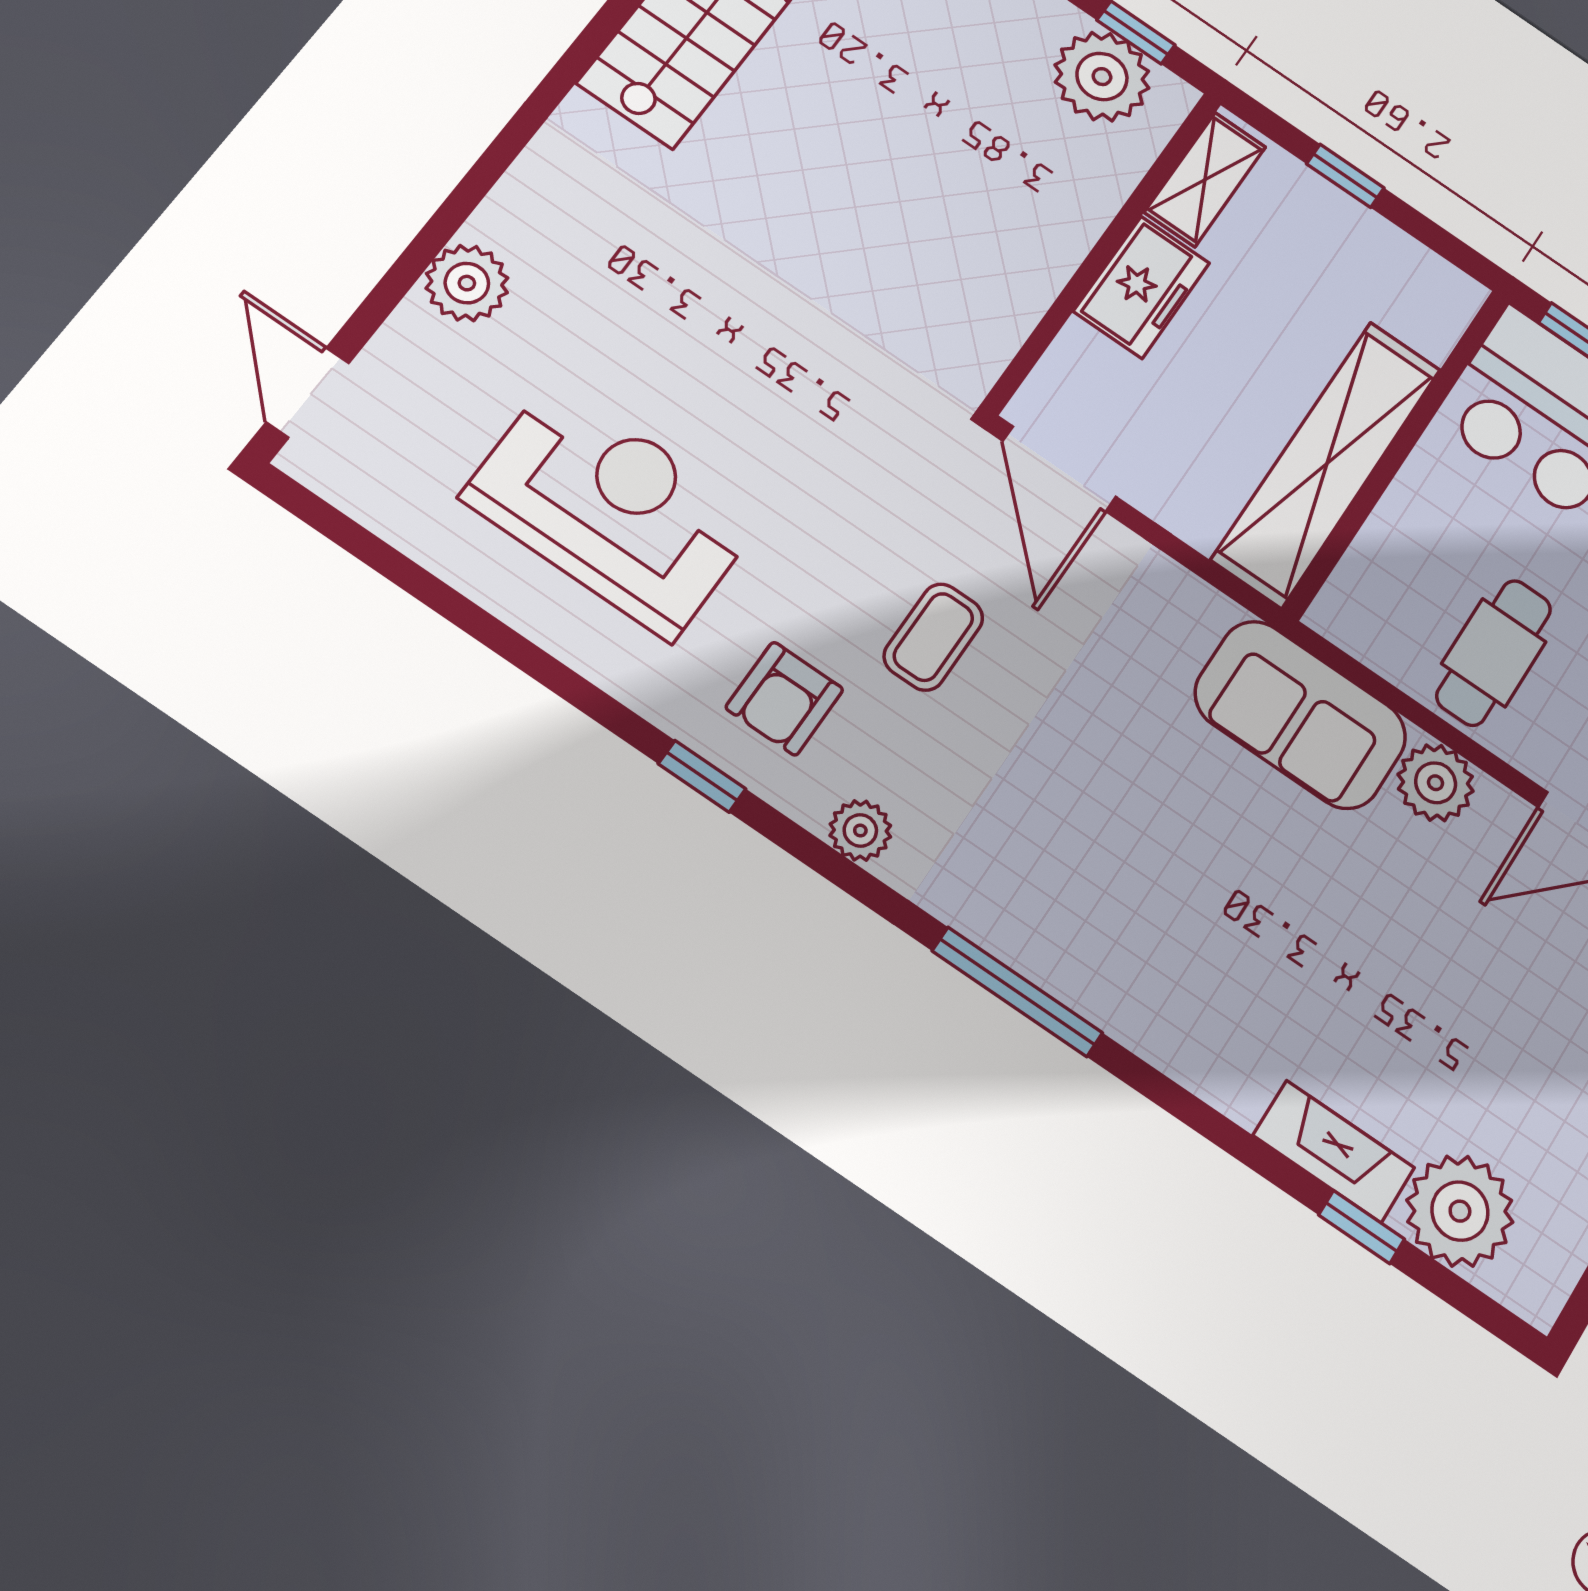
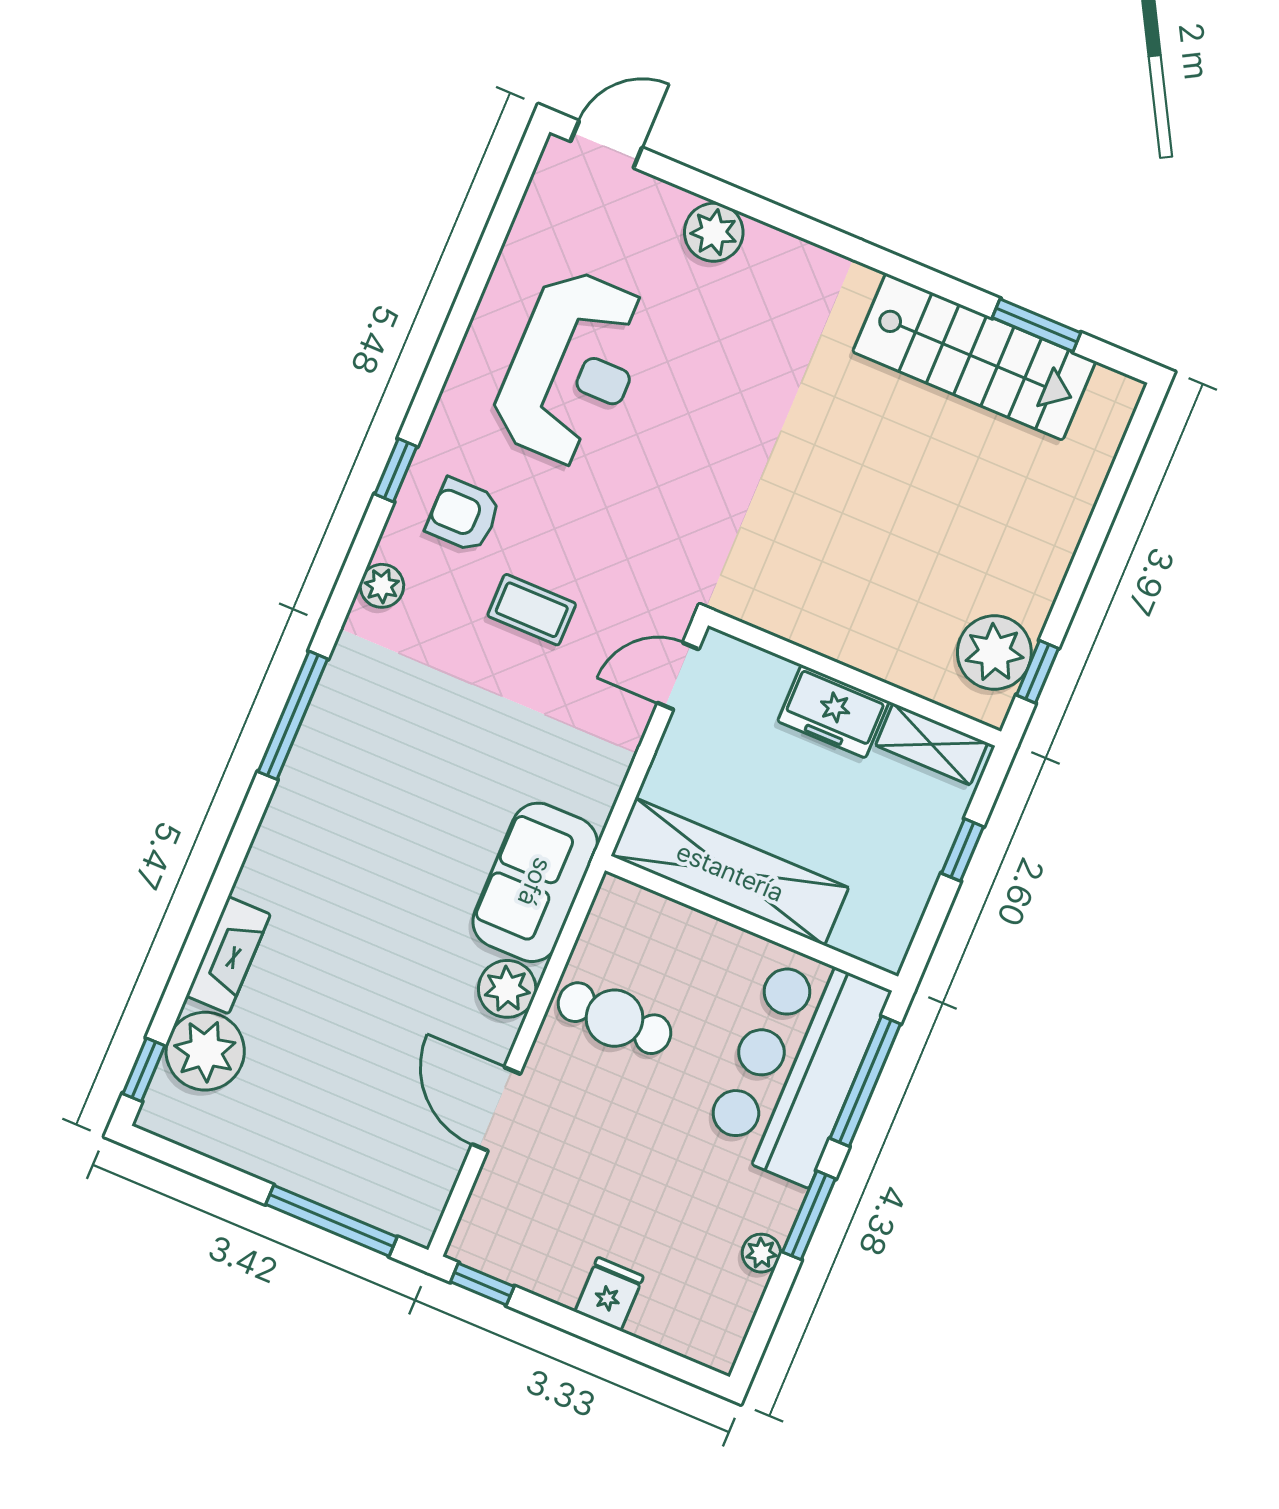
door: (1059, 469) -> (678, 676), width x0.73
window: (1362, 1227) -> (144, 1070), moved

